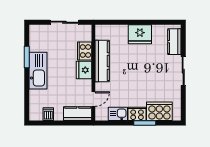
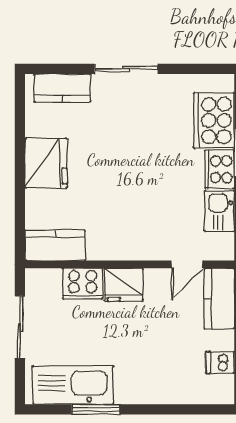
kitchen counter: (102, 61) -> (55, 245), moved, width x0.67
kitchen sink: (38, 71) -> (73, 385), moved
door: (93, 99) -> (187, 264), swing flipped

